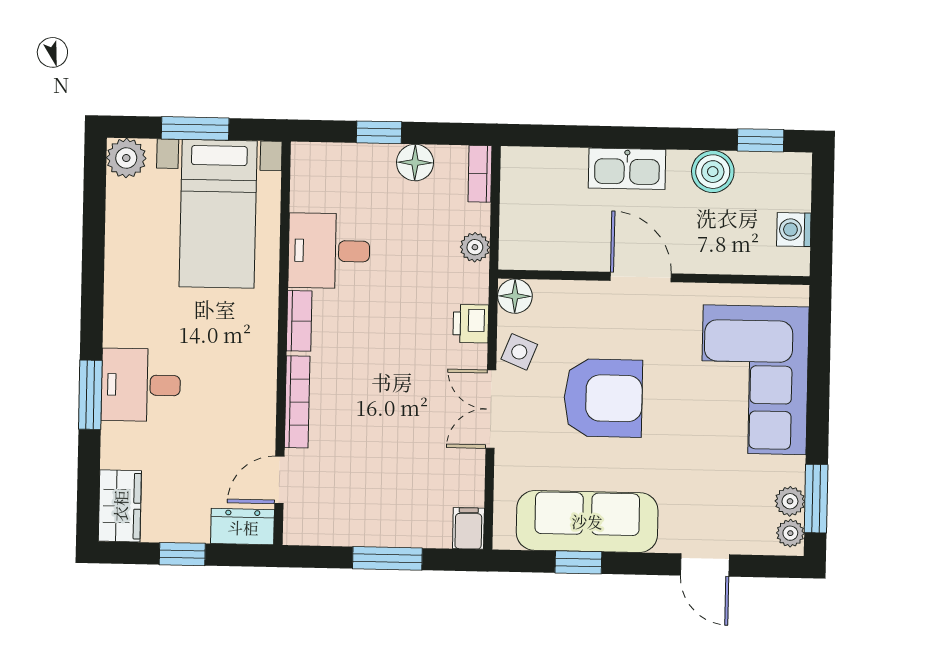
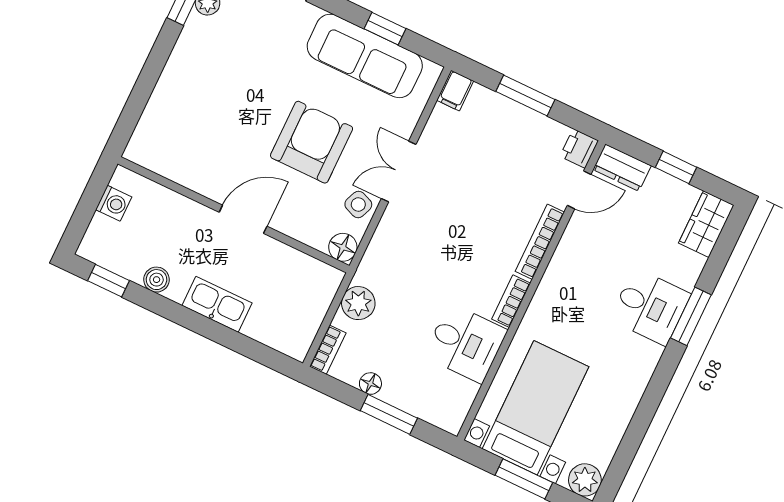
window: (379, 132) -> (389, 414), width x1.50
floor lamp: (415, 163) -> (370, 384), width x0.73, depth x0.73
boiler: (713, 172) -> (157, 280), width x0.73, depth x0.73
plant: (475, 247) -> (358, 303), width x1.38, depth x1.38
door: (641, 277) -> (243, 219), swing flipped
printer: (471, 324) -> (579, 148), moved, turned 180
corner sofa: (755, 380) -> (193, 105), removed
armchair: (603, 398) -> (312, 142), turned 90
double door: (491, 409) -> (399, 172), swing flipped

